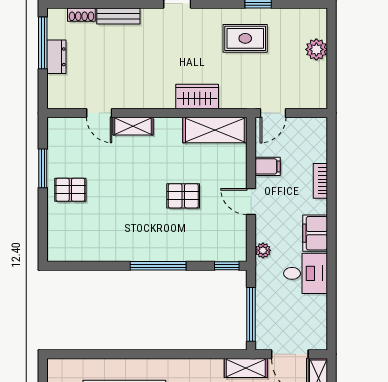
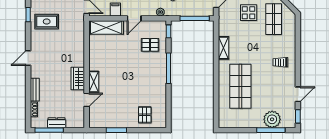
rug: (245, 38) -> (47, 22), turned 90
wardrobe: (197, 97) -> (78, 79), moved
shelving: (215, 130) -> (106, 27), moved, turned 90
pallet: (70, 190) -> (145, 115), moved
pallet: (183, 196) -> (150, 45), moved, turned 90
shelving: (246, 368) -> (223, 48), moved

